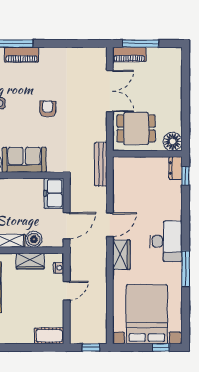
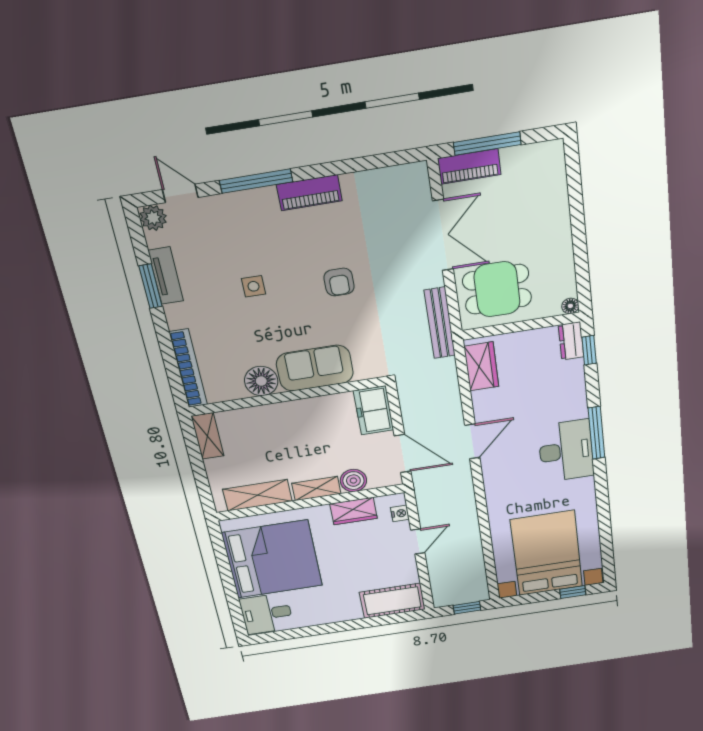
piano: (22, 55) -> (309, 193), moved
armchair: (48, 109) -> (339, 282), turned 180
floor lamp: (173, 141) -> (570, 306), width x0.53, depth x0.53
bench: (101, 164) -> (440, 323), moved
door: (67, 226) -> (403, 454), hinge flipped
wardrobe: (121, 255) -> (481, 366), moved
window: (185, 269) -> (596, 433), moved
cot: (49, 336) -> (392, 601), width x1.37, depth x1.34

